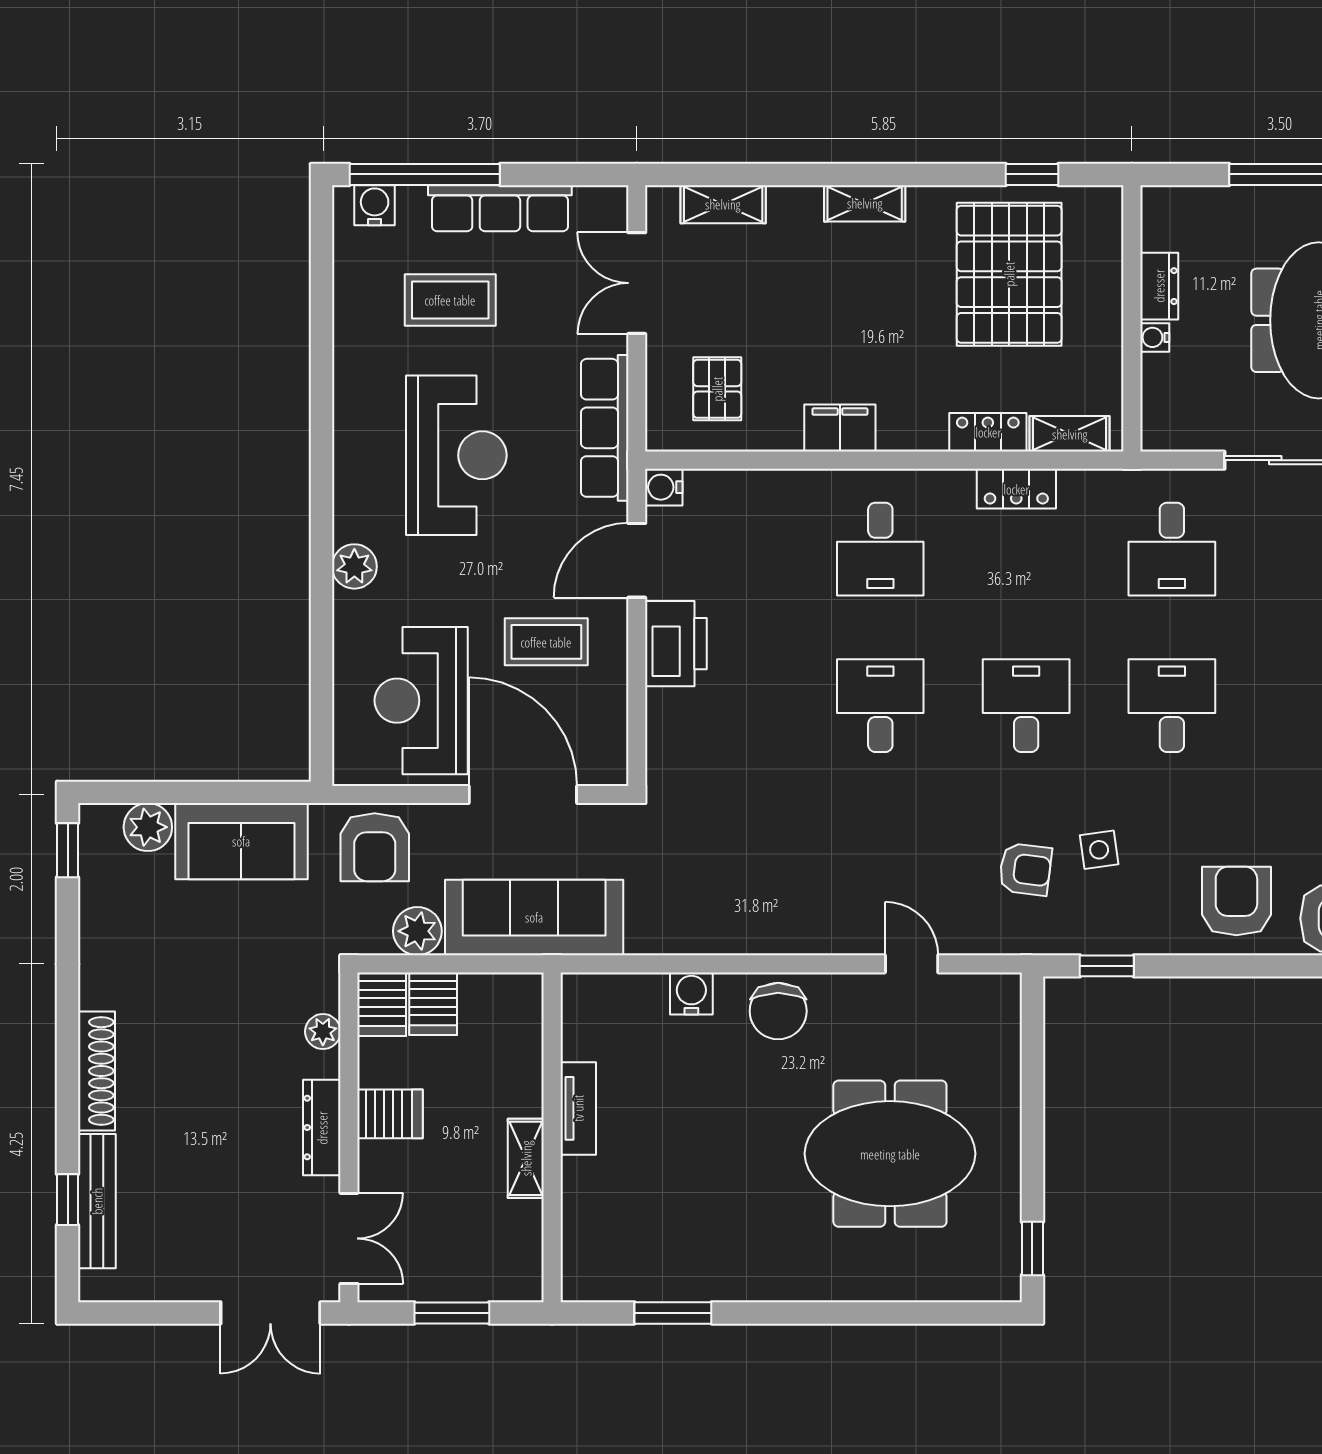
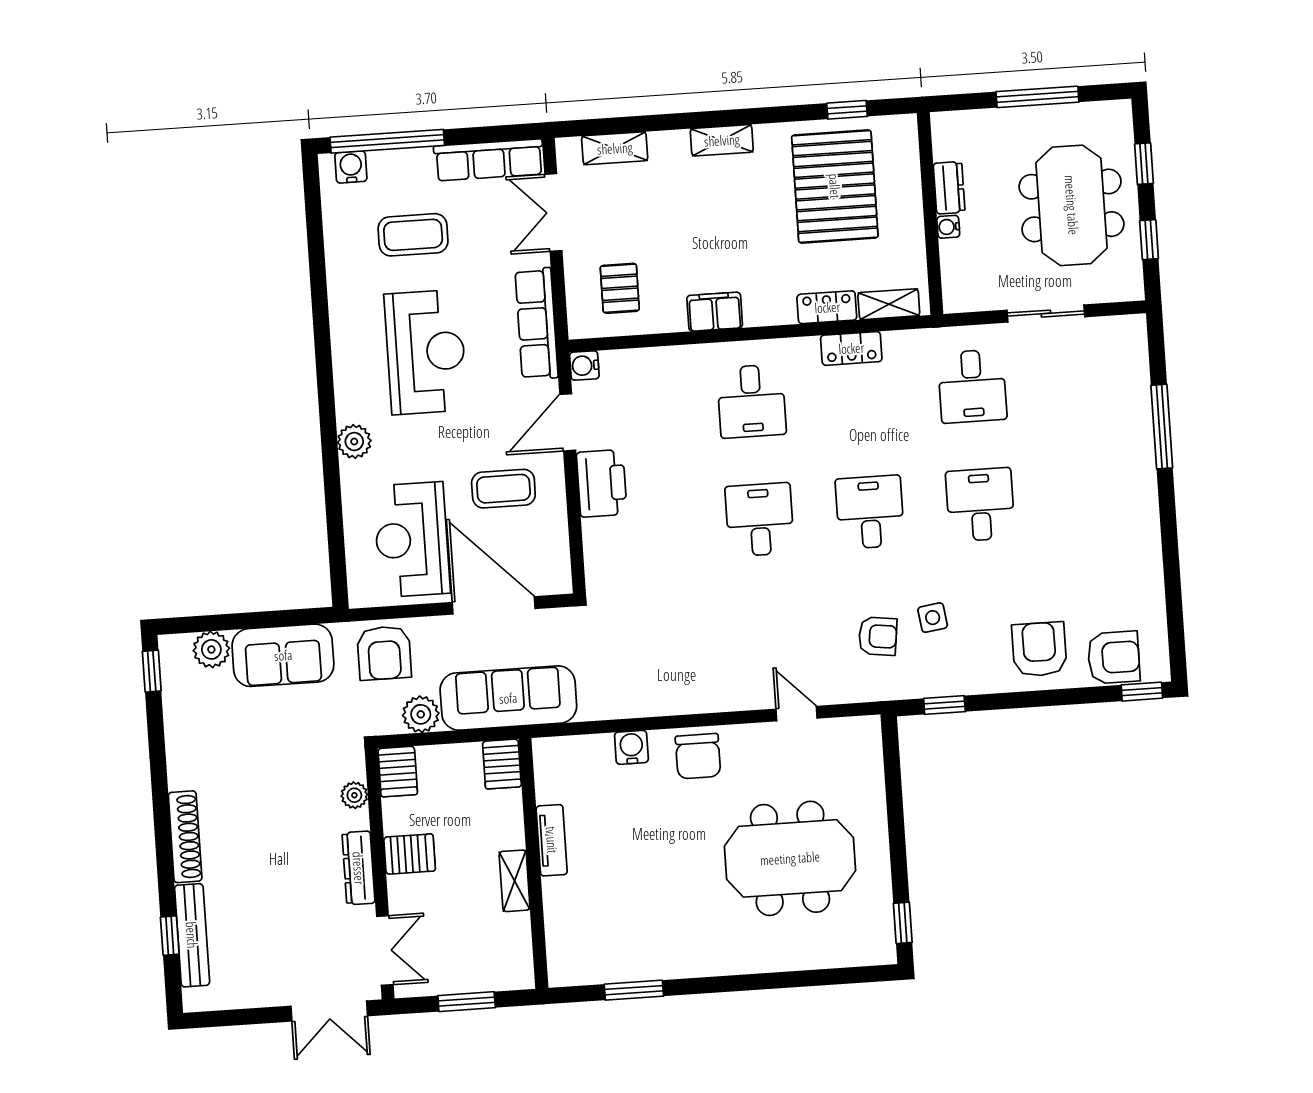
row of seats: (500, 208) -> (489, 160), moved
server rack: (433, 1004) -> (502, 764), moved

